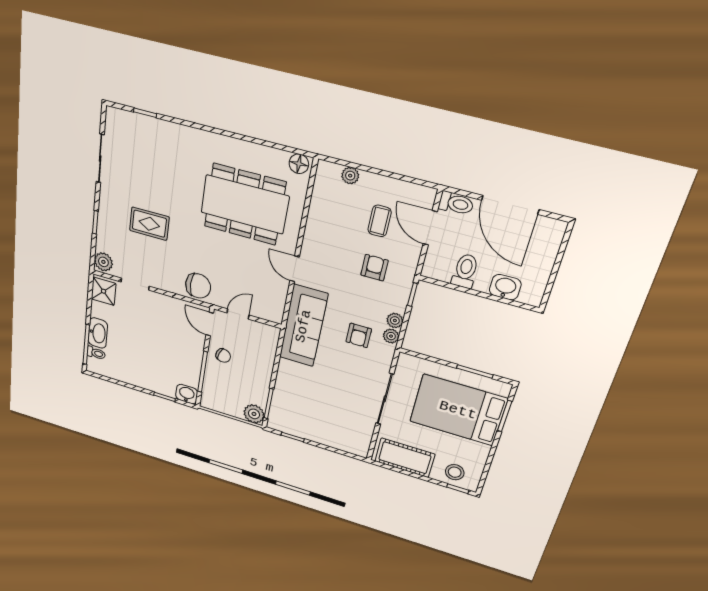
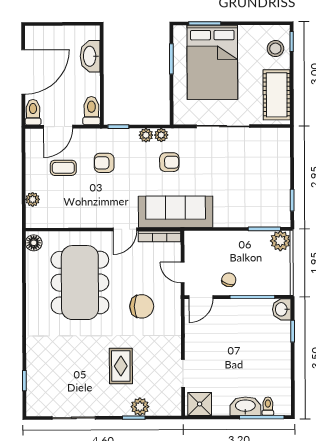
plant: (103, 262) -> (140, 407), moved
toilet: (465, 271) -> (91, 111), moved, turned 90
chair: (198, 286) -> (142, 306), moved, turned 90
washbasin: (505, 287) -> (90, 56), width x1.38
bookcase: (280, 302) -> (159, 236), added

